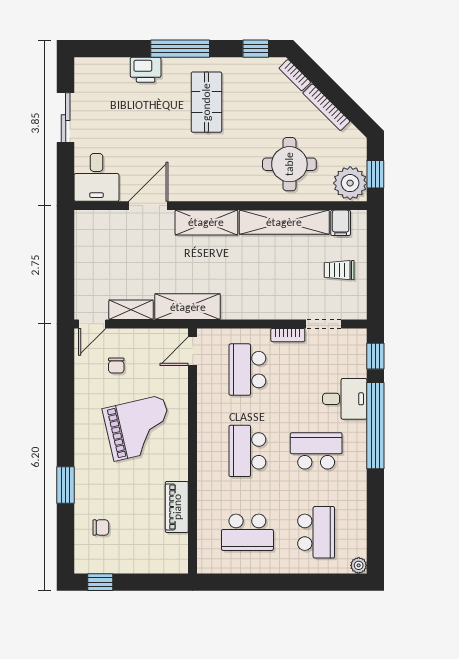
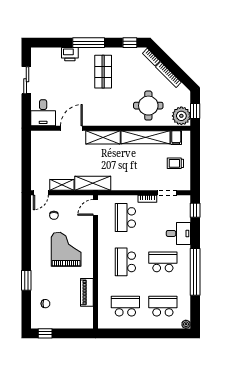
window: (375, 426) -> (195, 272), moved
grand piano: (139, 428) -> (66, 249), turned -77
school desk: (247, 532) -> (125, 306), turned 180
school desk: (316, 532) -> (163, 306), turned -90

